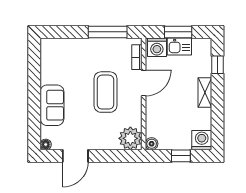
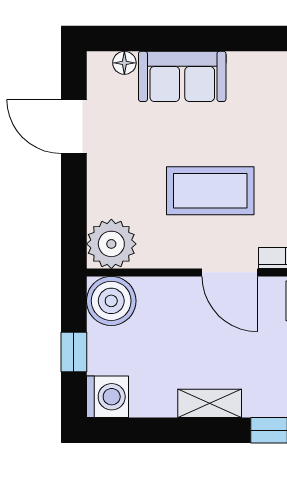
floor lamp: (46, 144) -> (124, 63), moved
boiler: (152, 144) -> (111, 301), width x1.86, depth x1.86

